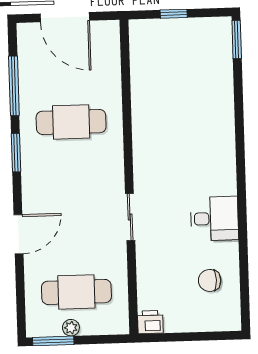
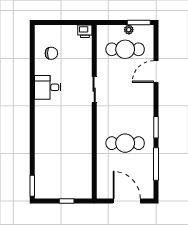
door: (19, 234) -> (156, 72), moved

